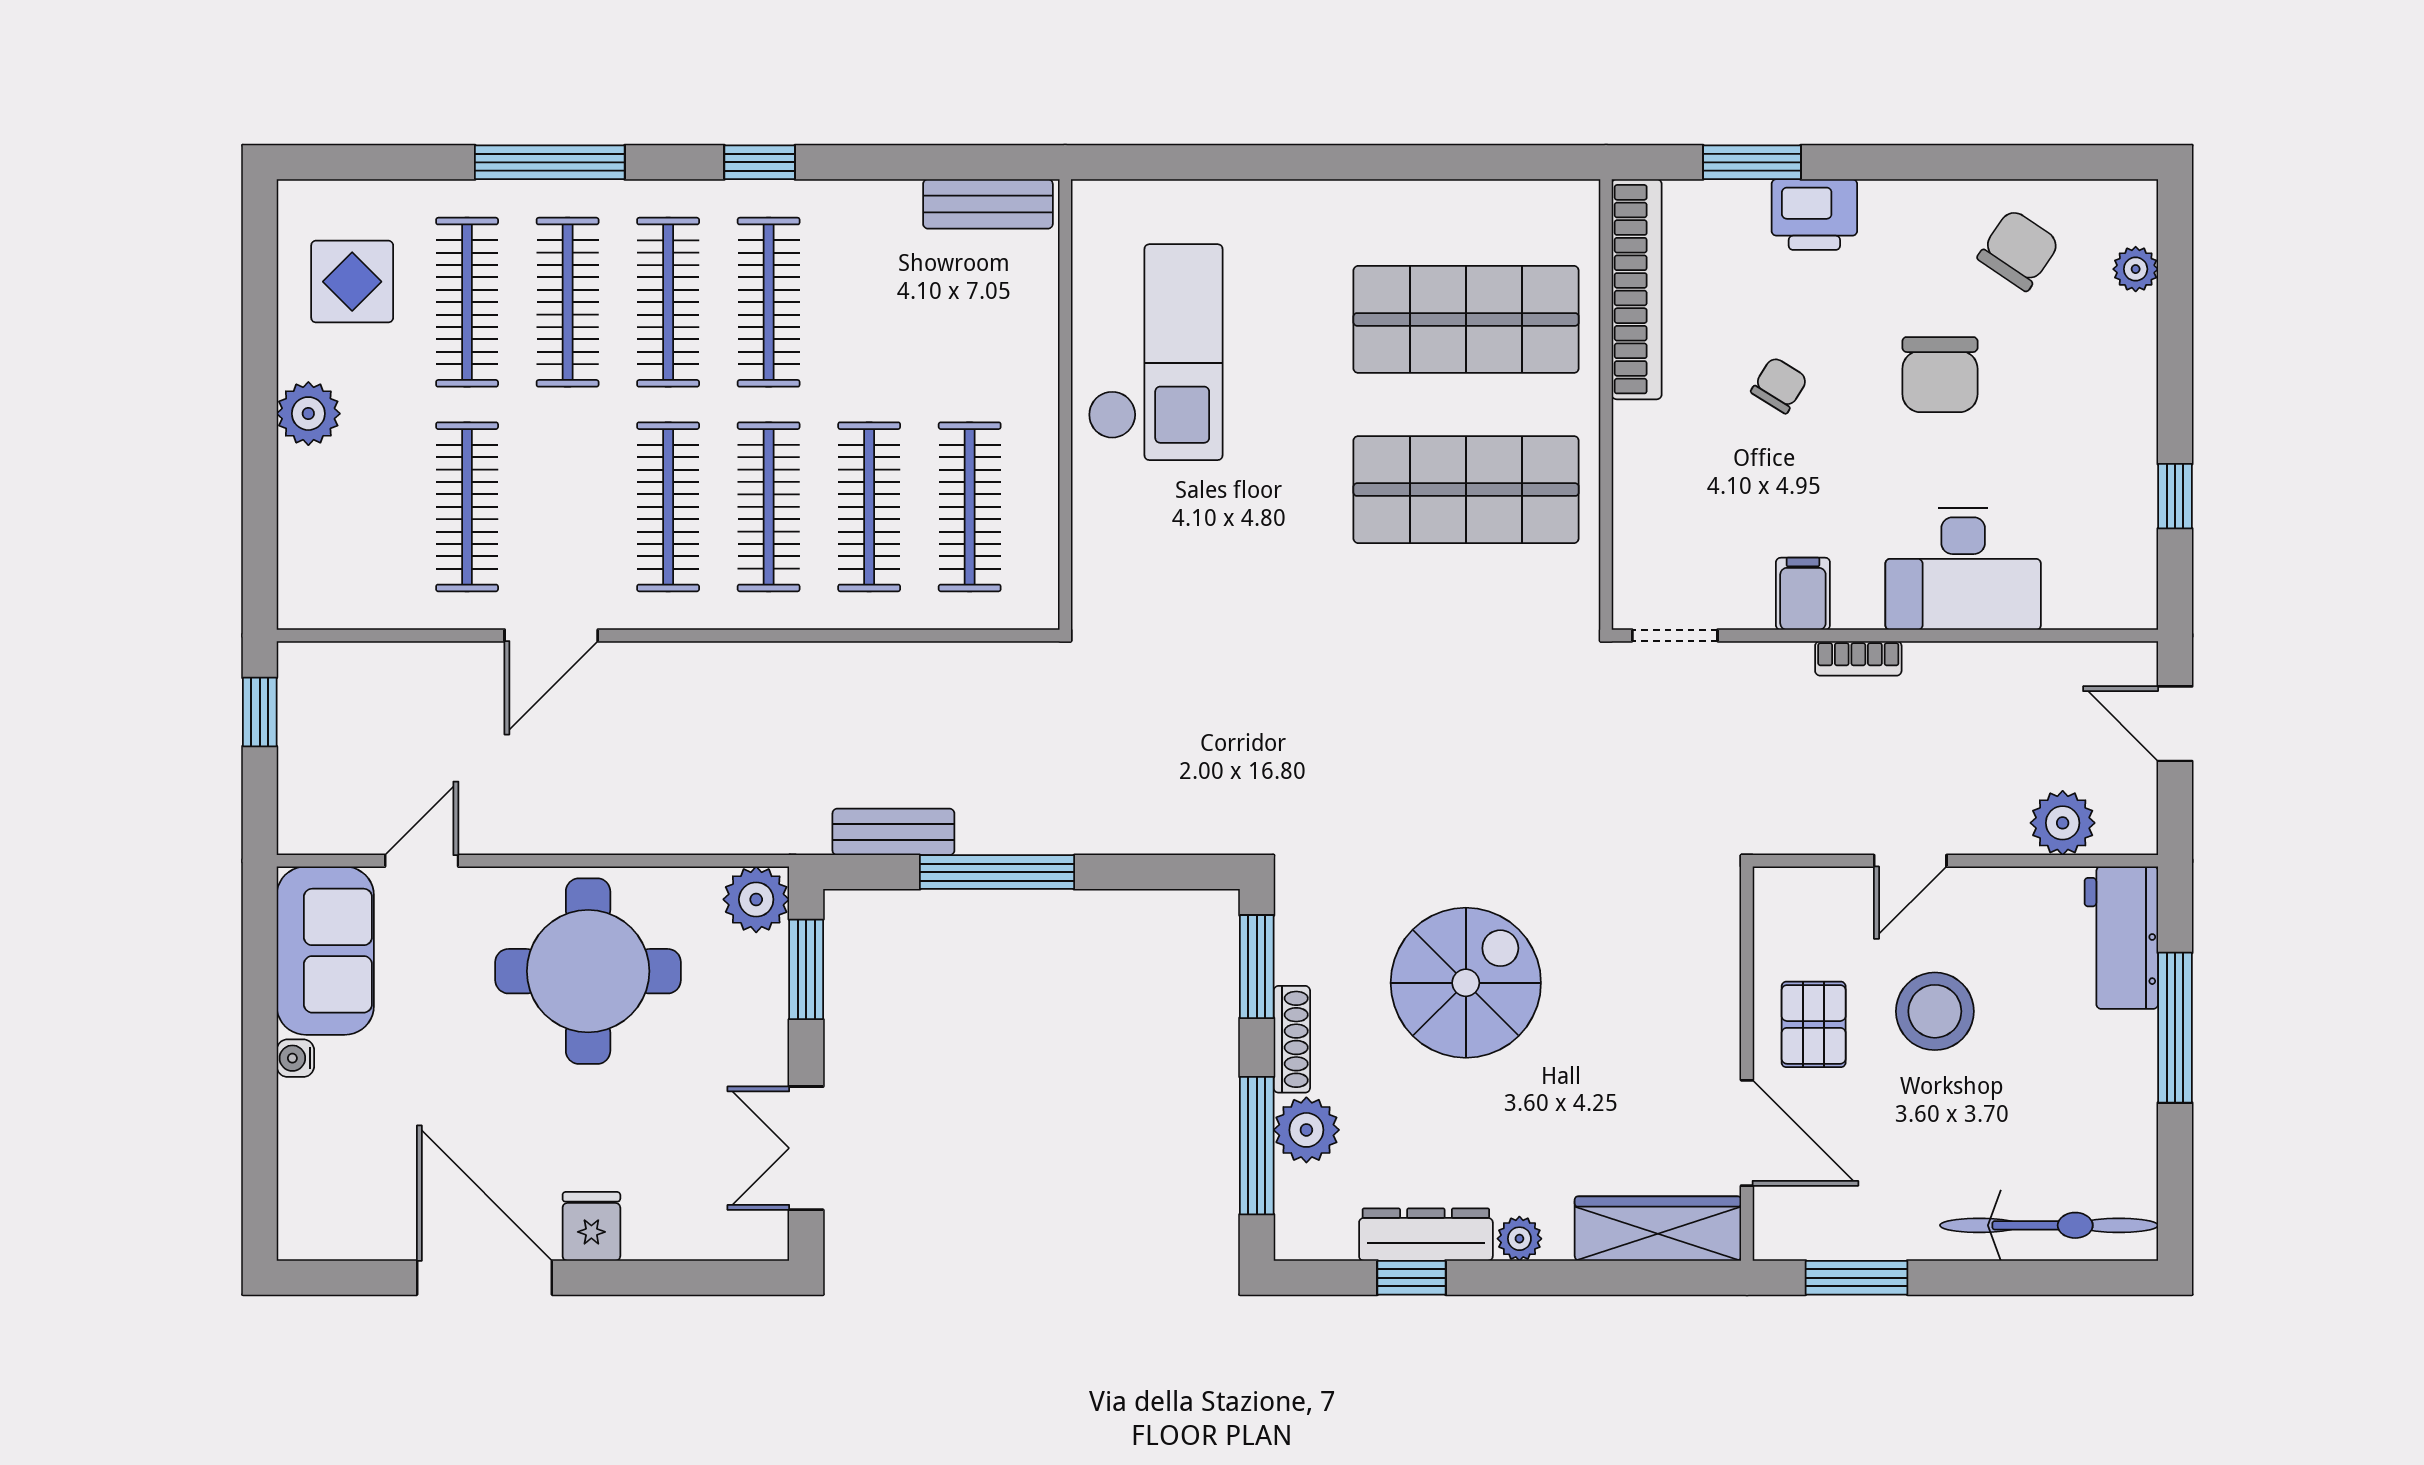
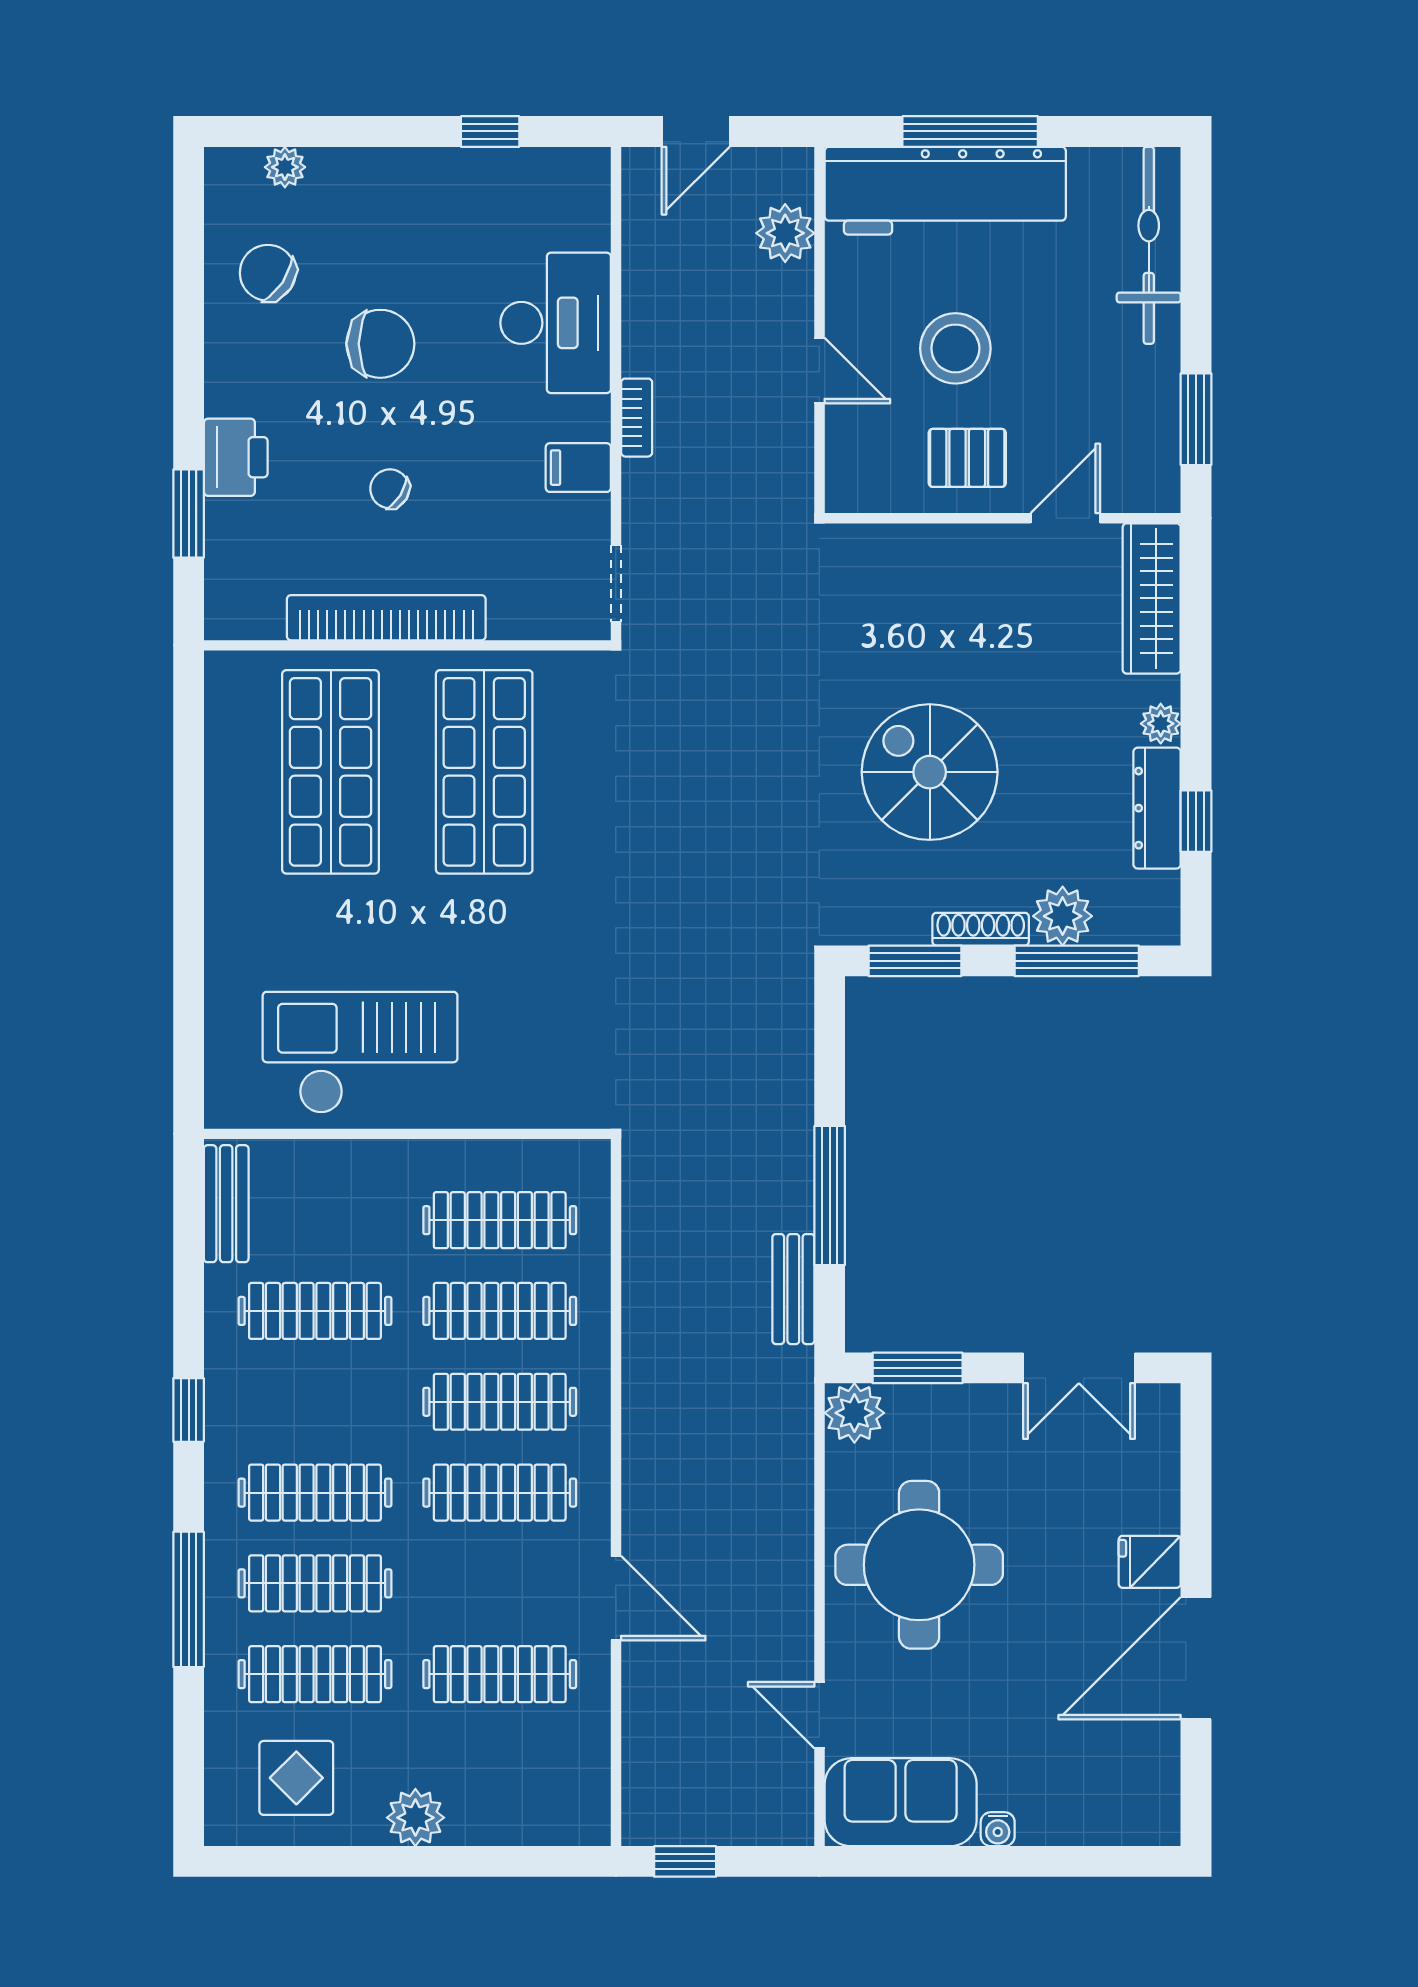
bookcase: (1637, 289) -> (386, 618), moved
clothes rail: (769, 302) -> (315, 1311), moved
workbench: (2121, 938) -> (945, 191), width x1.88, depth x1.32
door: (1747, 1133) -> (1065, 518), width x0.73

